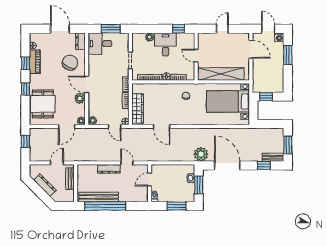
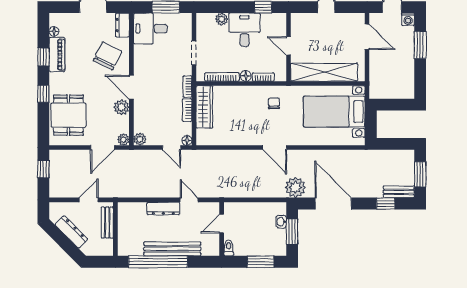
window: (266, 97) -> (389, 105), removed
wardrobe: (138, 108) -> (204, 107), moved
door: (162, 126) -> (275, 148), moved
bench: (99, 197) -> (172, 249), moved

